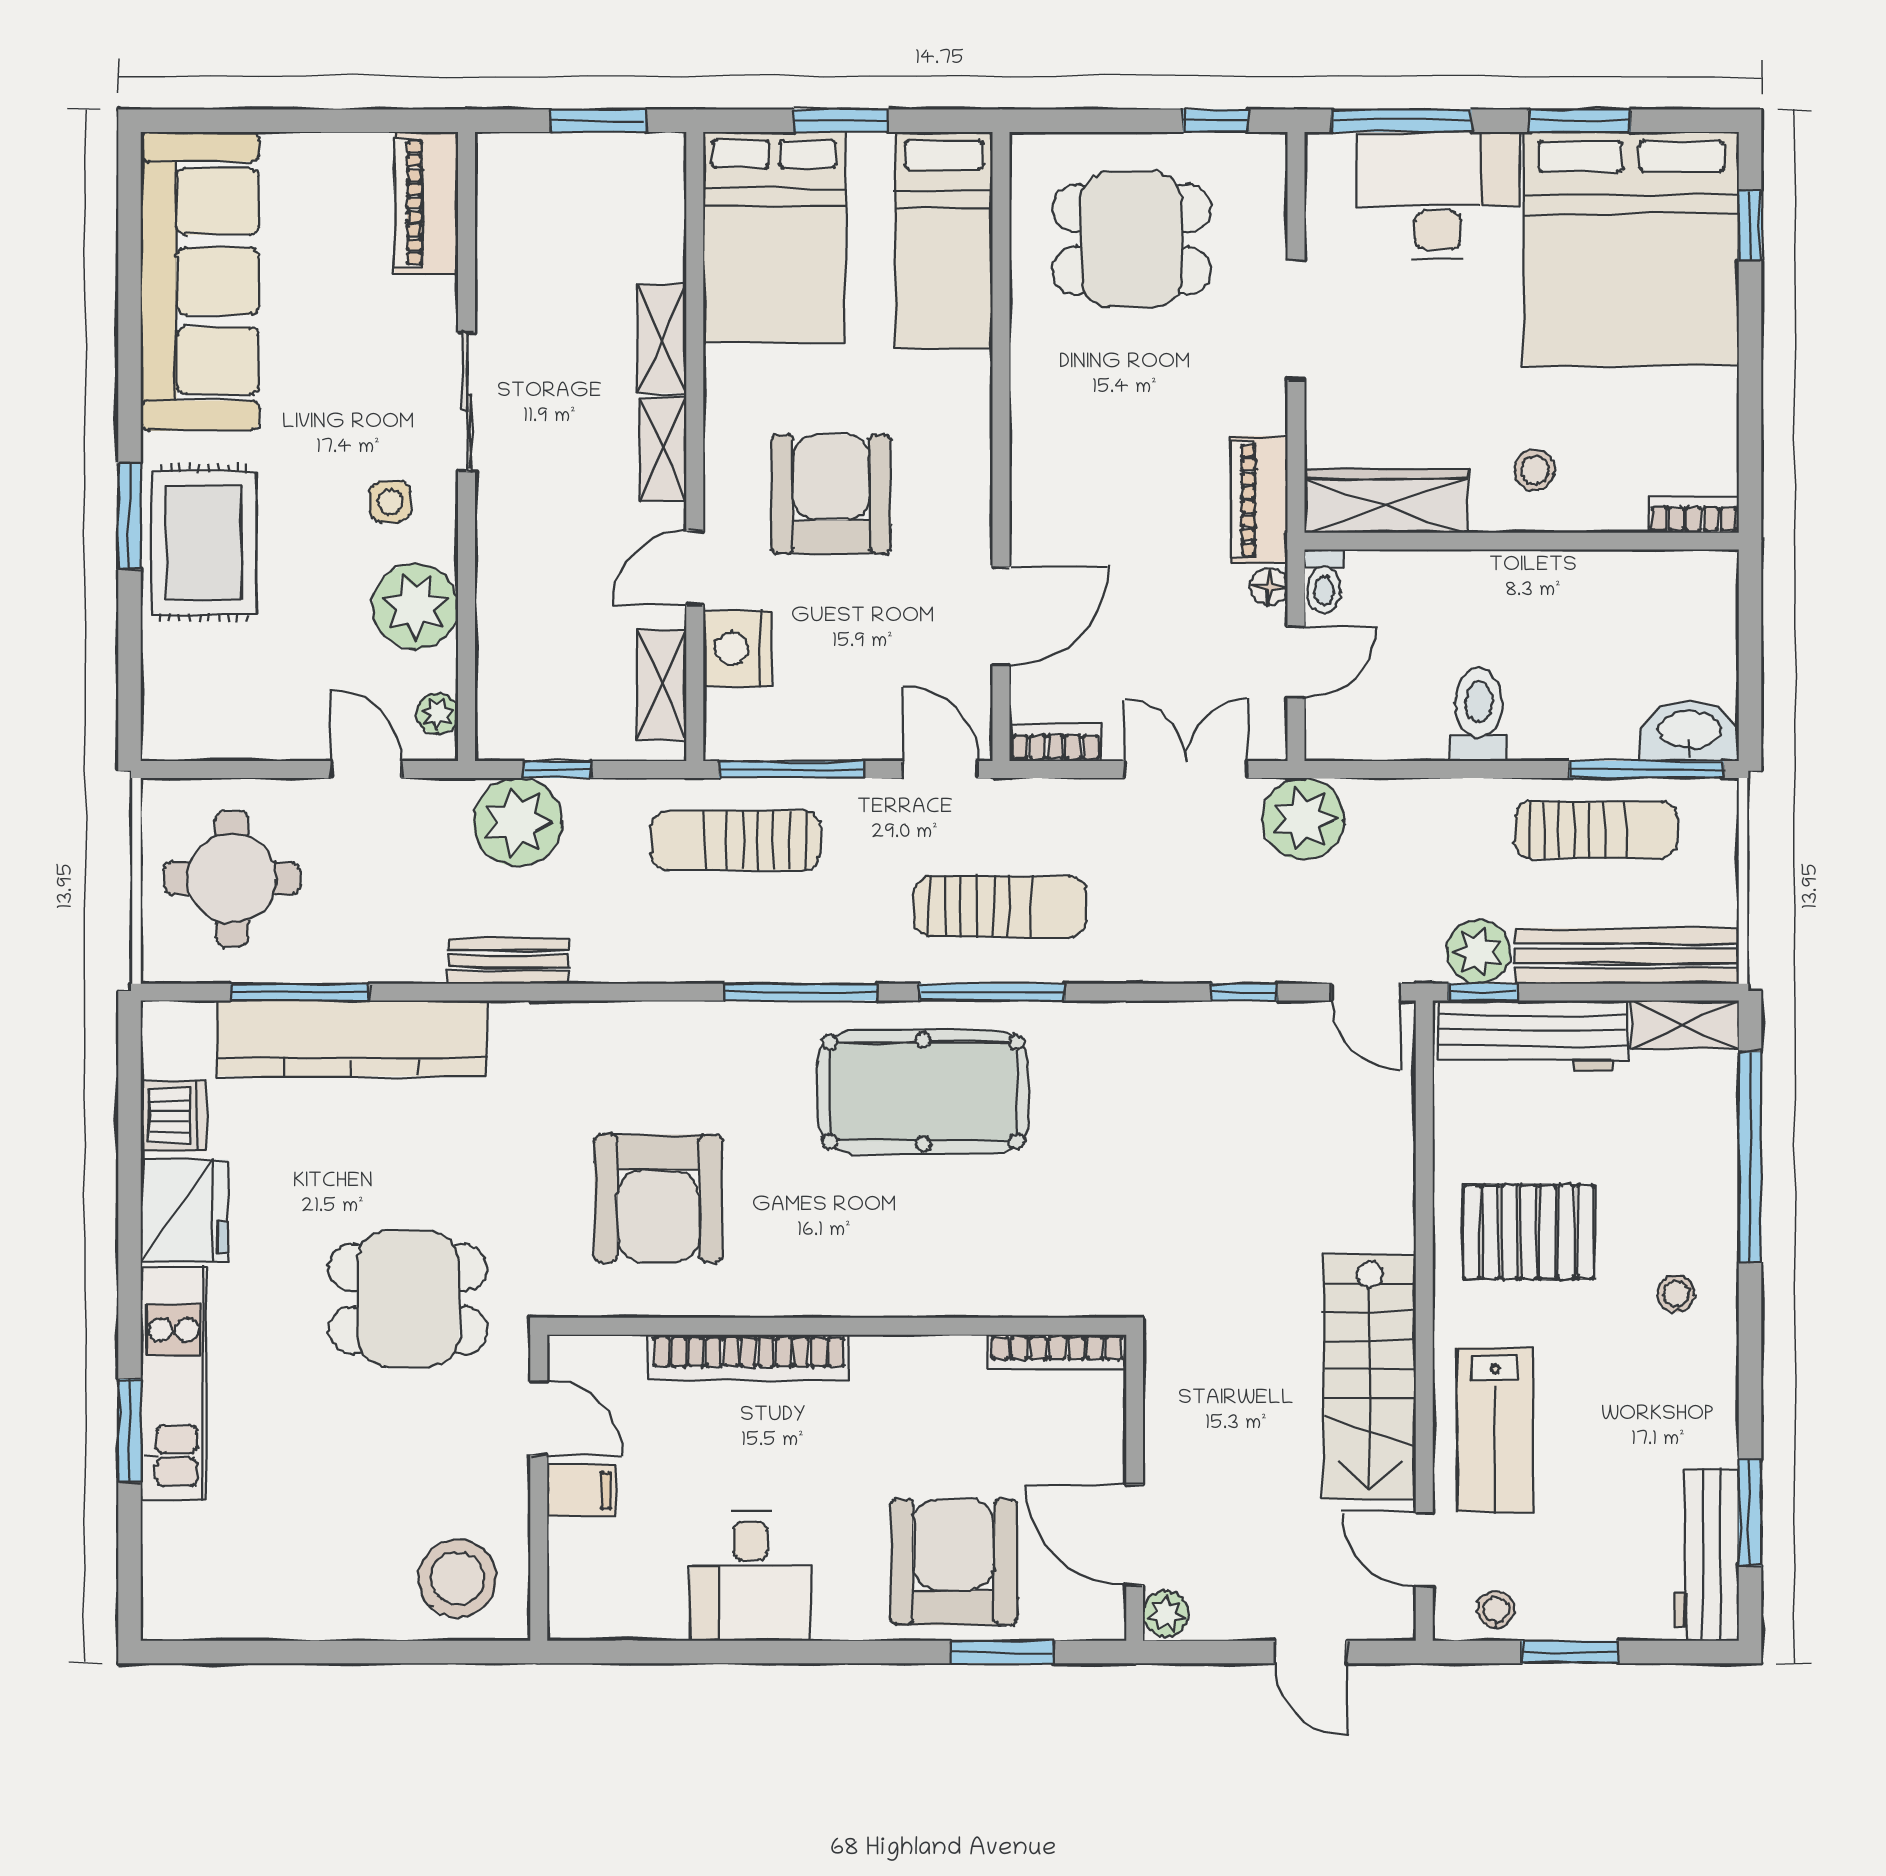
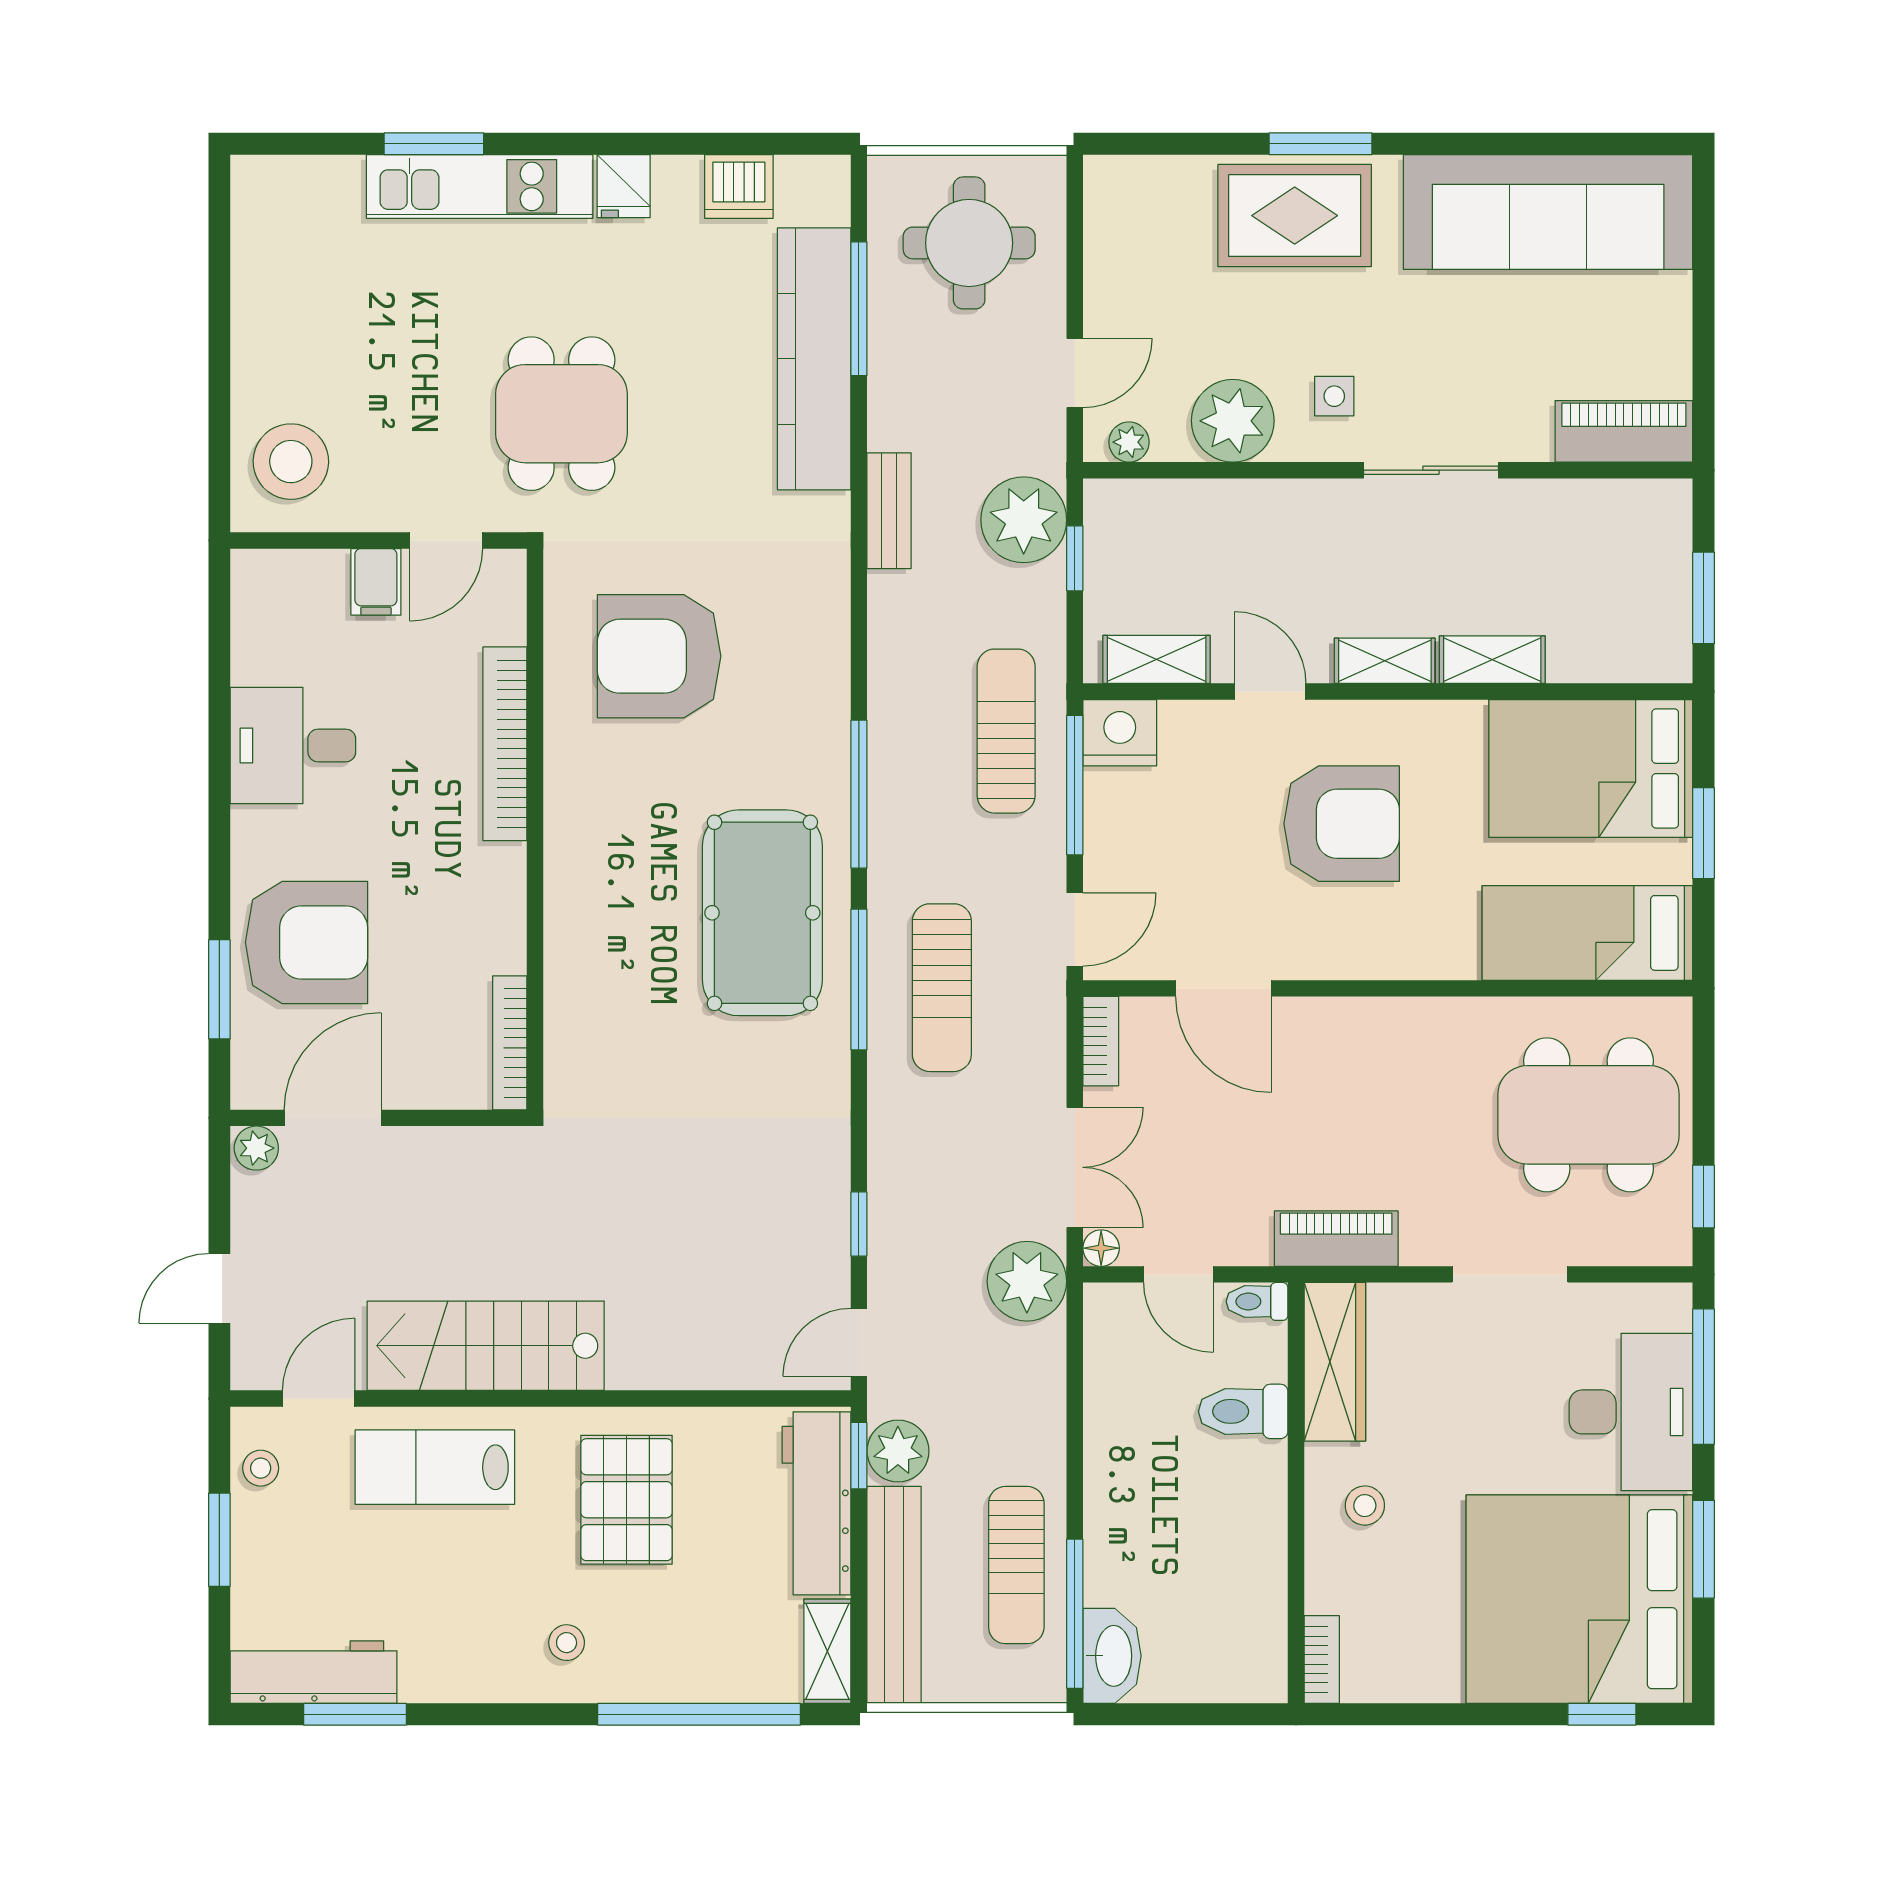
dining table: (1131, 239) -> (1589, 1115), width x1.38
floor lamp: (1269, 587) -> (1101, 1248), moved
nightstand: (737, 649) -> (1120, 733), moved
toilet: (1479, 715) -> (1243, 1411), moved, turned 180
fridge: (184, 1211) -> (624, 186), width x0.53, depth x0.75

